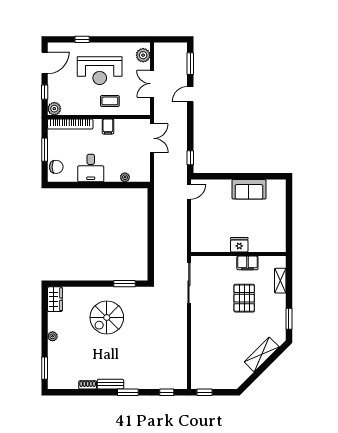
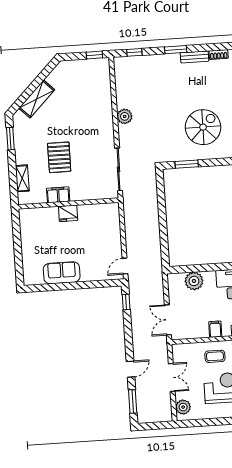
plant: (125, 177) -> (194, 281), width x1.87, depth x1.87
plant: (180, 333) -> (125, 116), added

